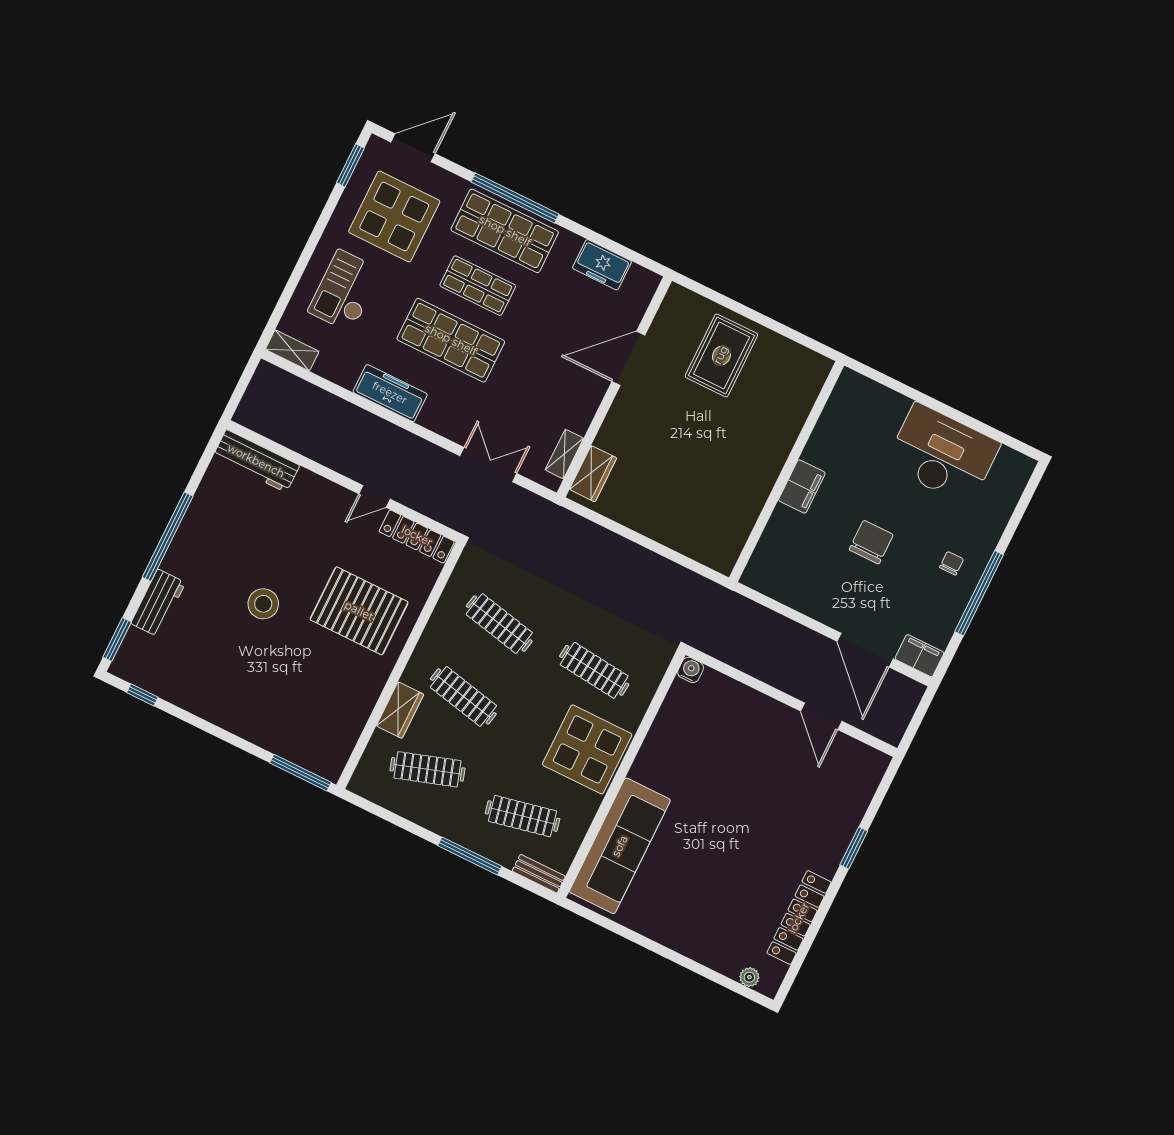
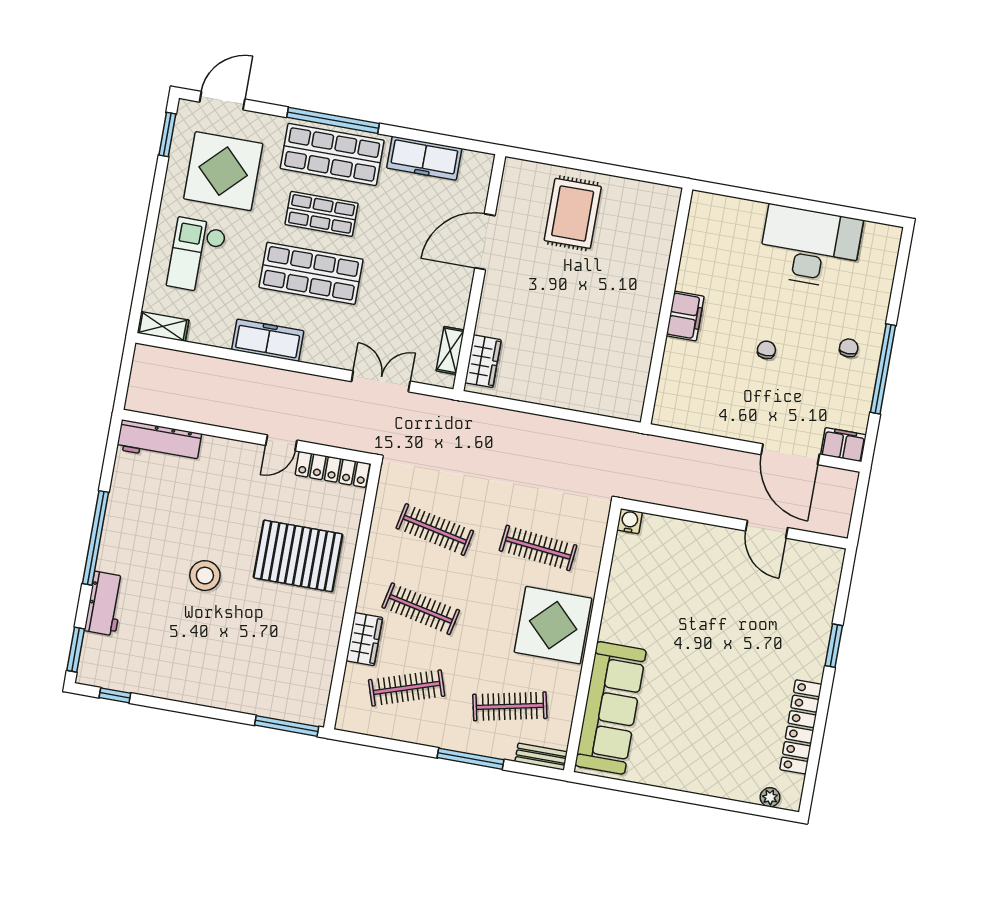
freezer: (602, 265) -> (424, 158), width x1.40
chair: (871, 542) -> (766, 350), width x0.54, depth x0.54

